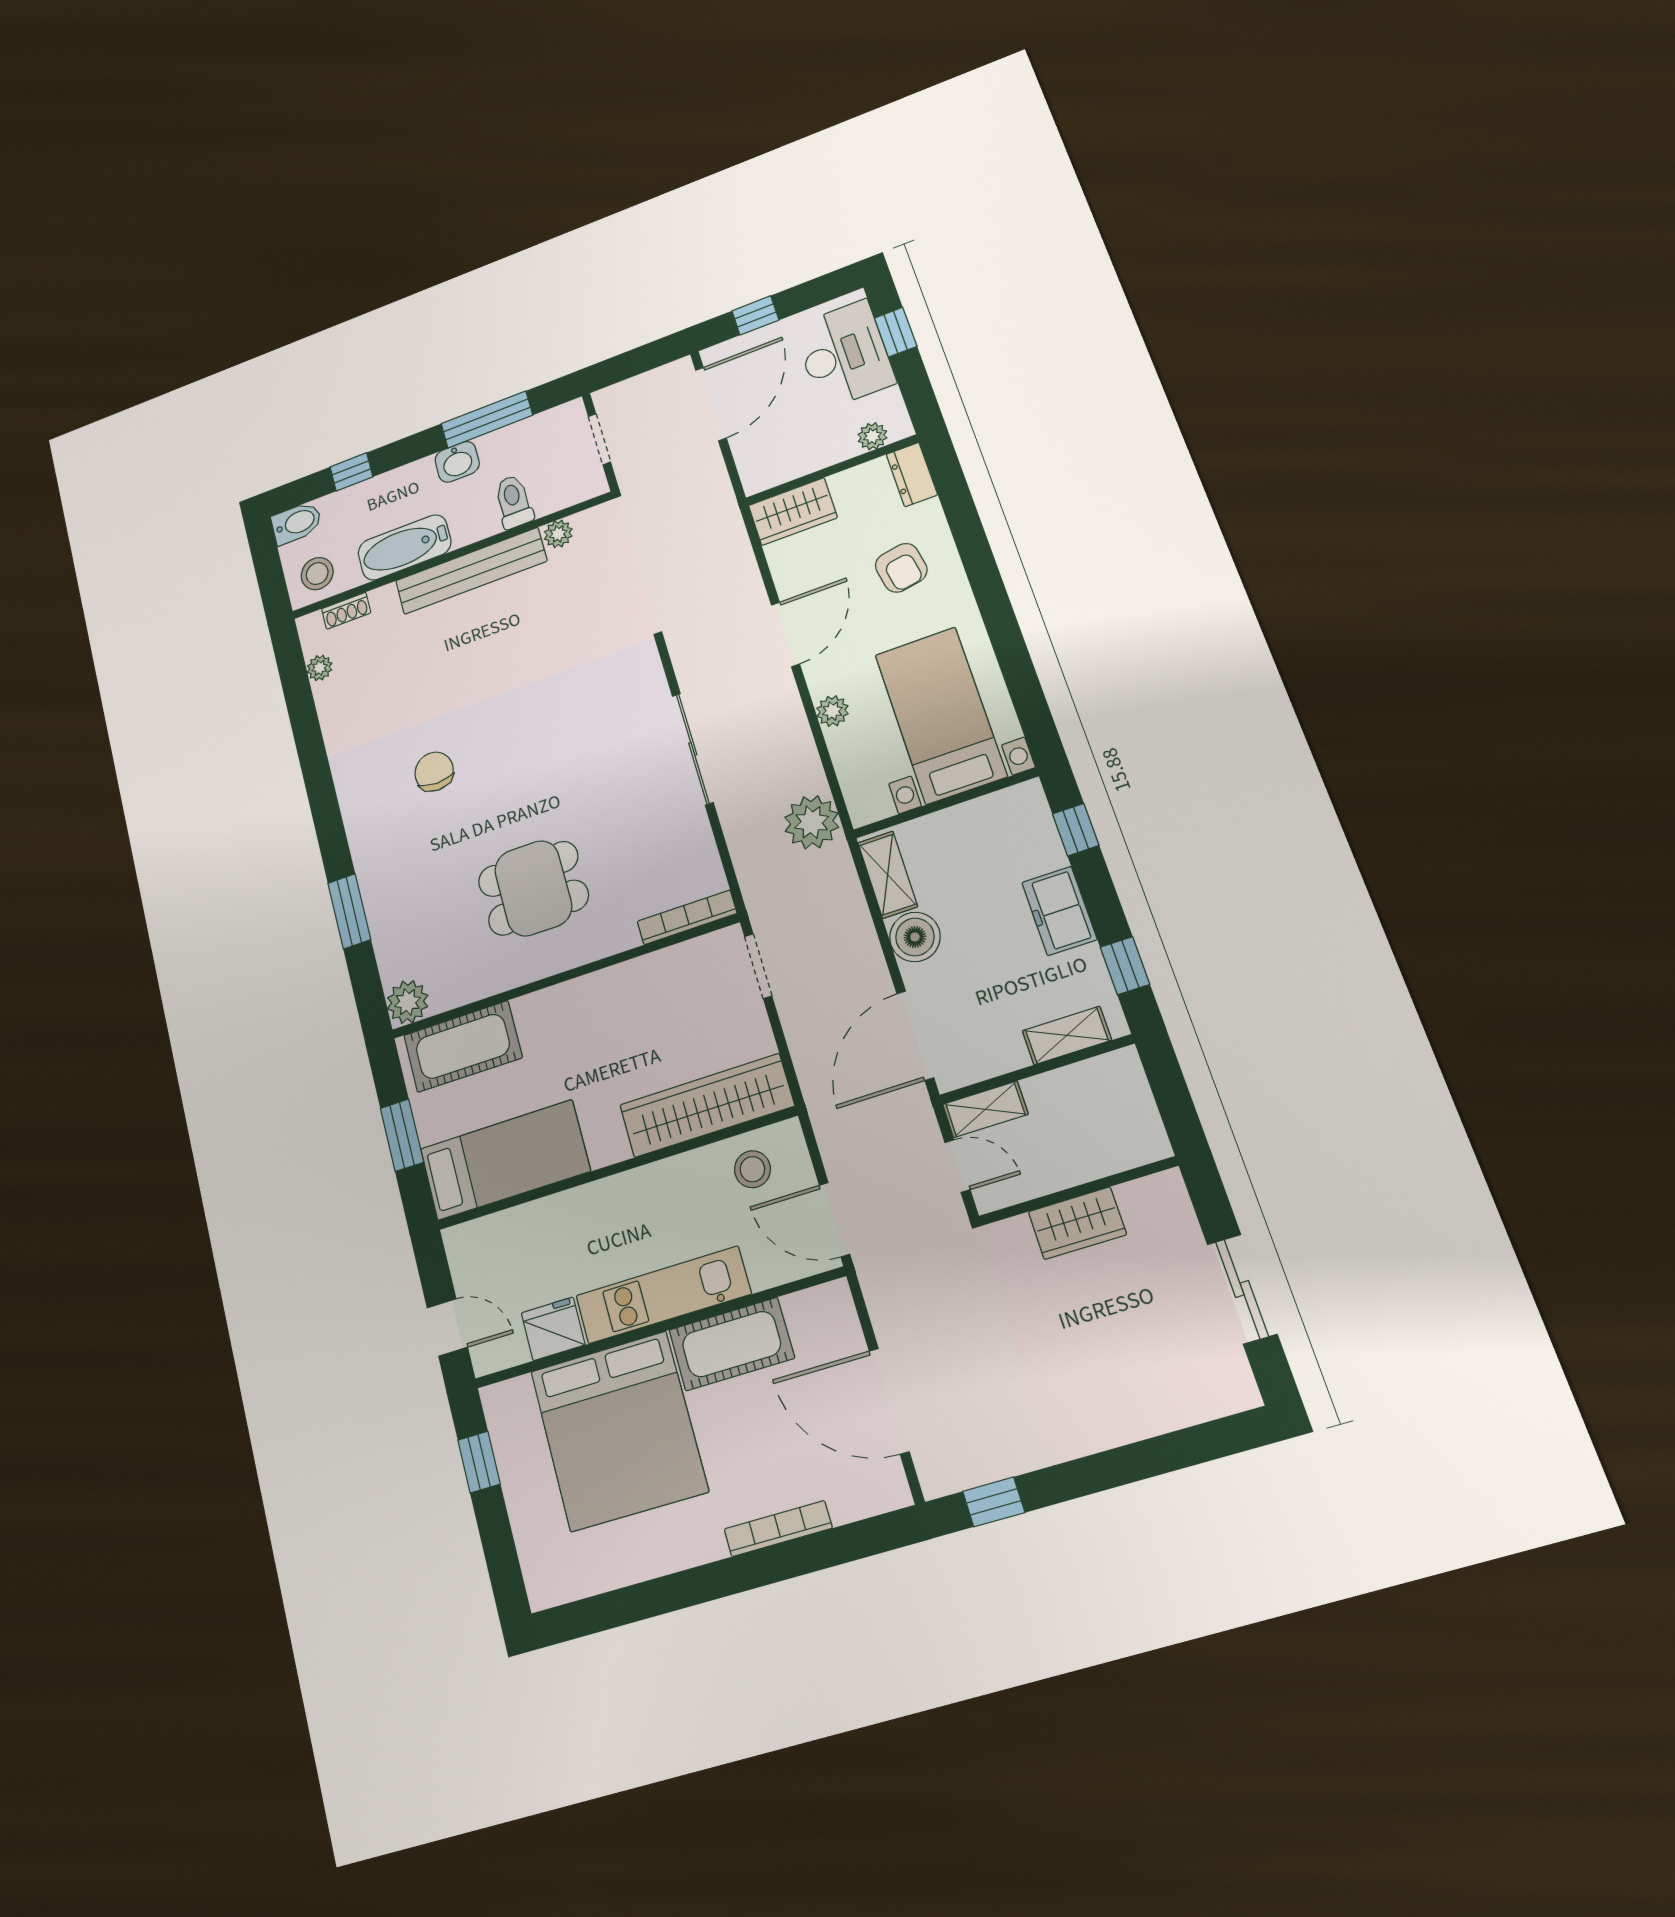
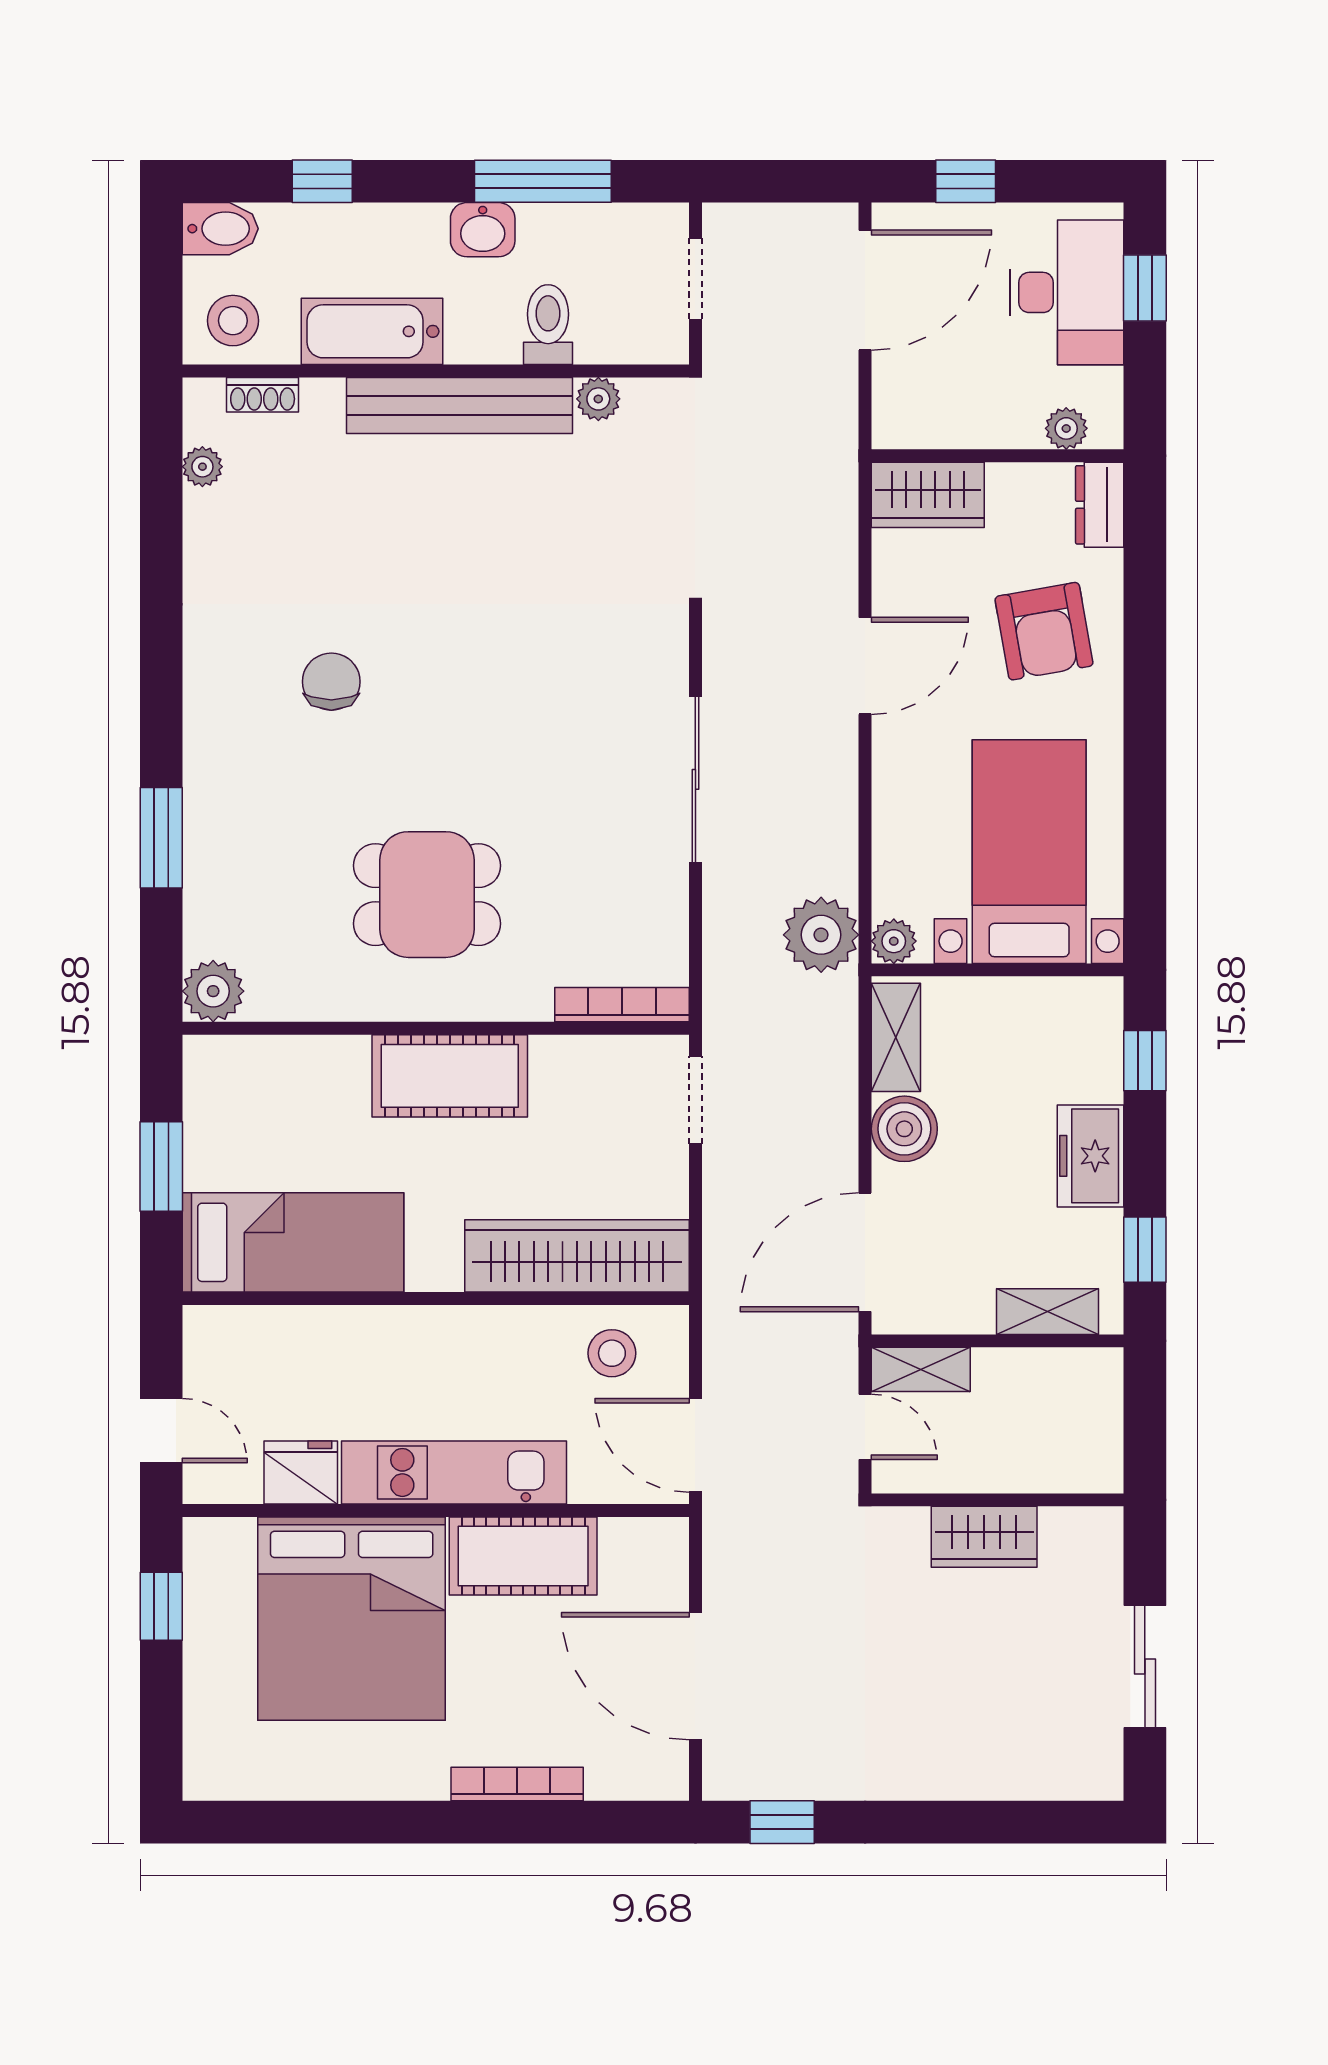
armchair: (901, 568) -> (1044, 631), width x1.38, depth x1.38
plant: (832, 711) -> (894, 941), moved
cot: (463, 1046) -> (450, 1076), moved

